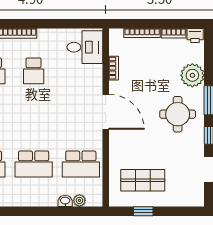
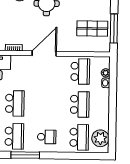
school desk: (34, 71) -> (15, 103), width x1.85
shop shelf: (143, 180) -> (92, 28), turned 90
window: (143, 211) -> (114, 28), width x2.17

